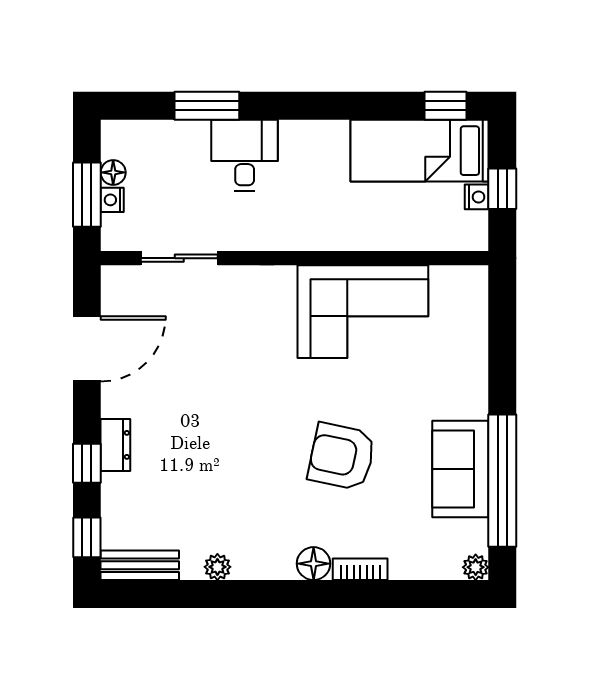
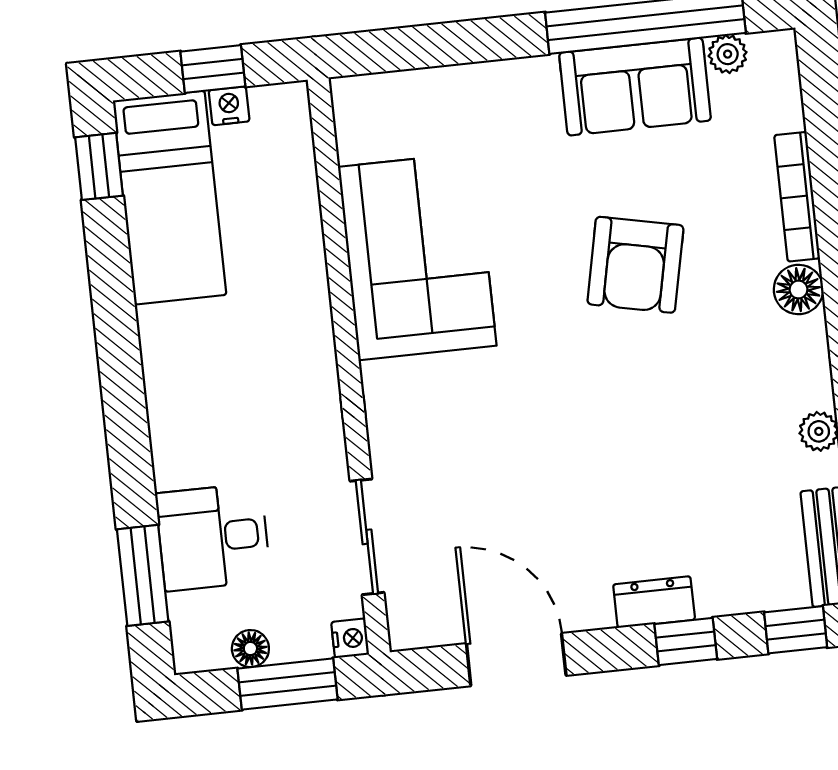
window: (207, 106) -> (143, 575), moved
desk: (245, 155) -> (213, 537), moved
nightstand: (112, 200) -> (350, 638), moved, turned -90
plant: (476, 567) -> (728, 54), moved
bookcase: (360, 569) -> (797, 197), width x1.56

